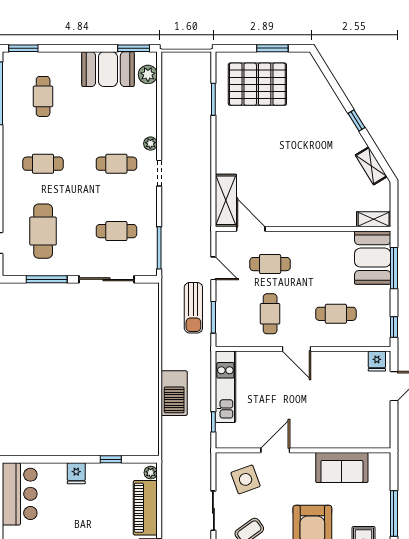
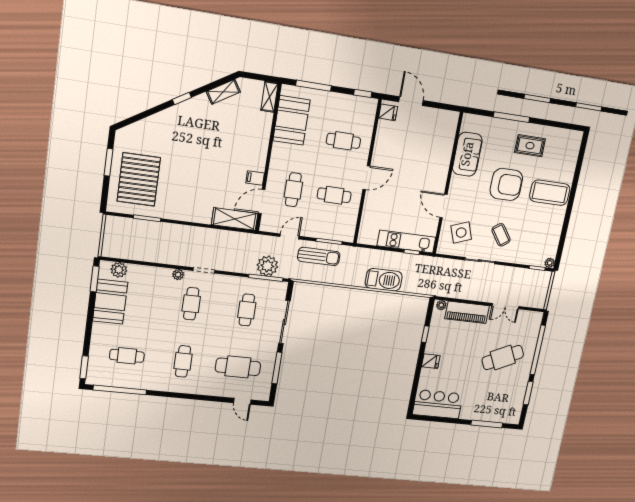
filing cabinet: (278, 217) -> (255, 178), added
plant: (174, 248) -> (267, 266), added
booth: (373, 258) -> (291, 120), moved, turned 90
cafe table: (336, 314) -> (343, 141), turned 90
kitchen unit: (225, 387) -> (406, 242), moved

